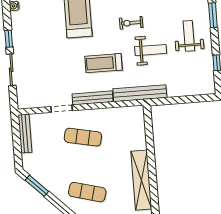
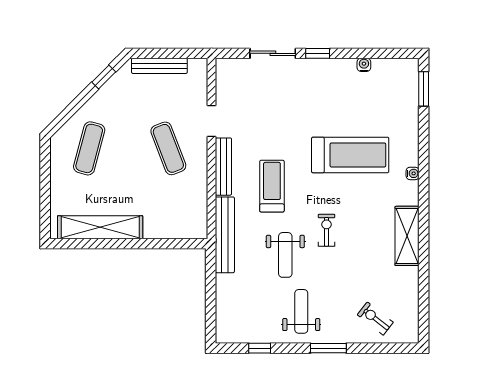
weight bench: (189, 36) -> (301, 311), turned -90
bench: (25, 134) -> (159, 66), moved
exercise mat: (83, 137) -> (168, 148), turned -33
window: (37, 186) -> (104, 77), width x0.67

